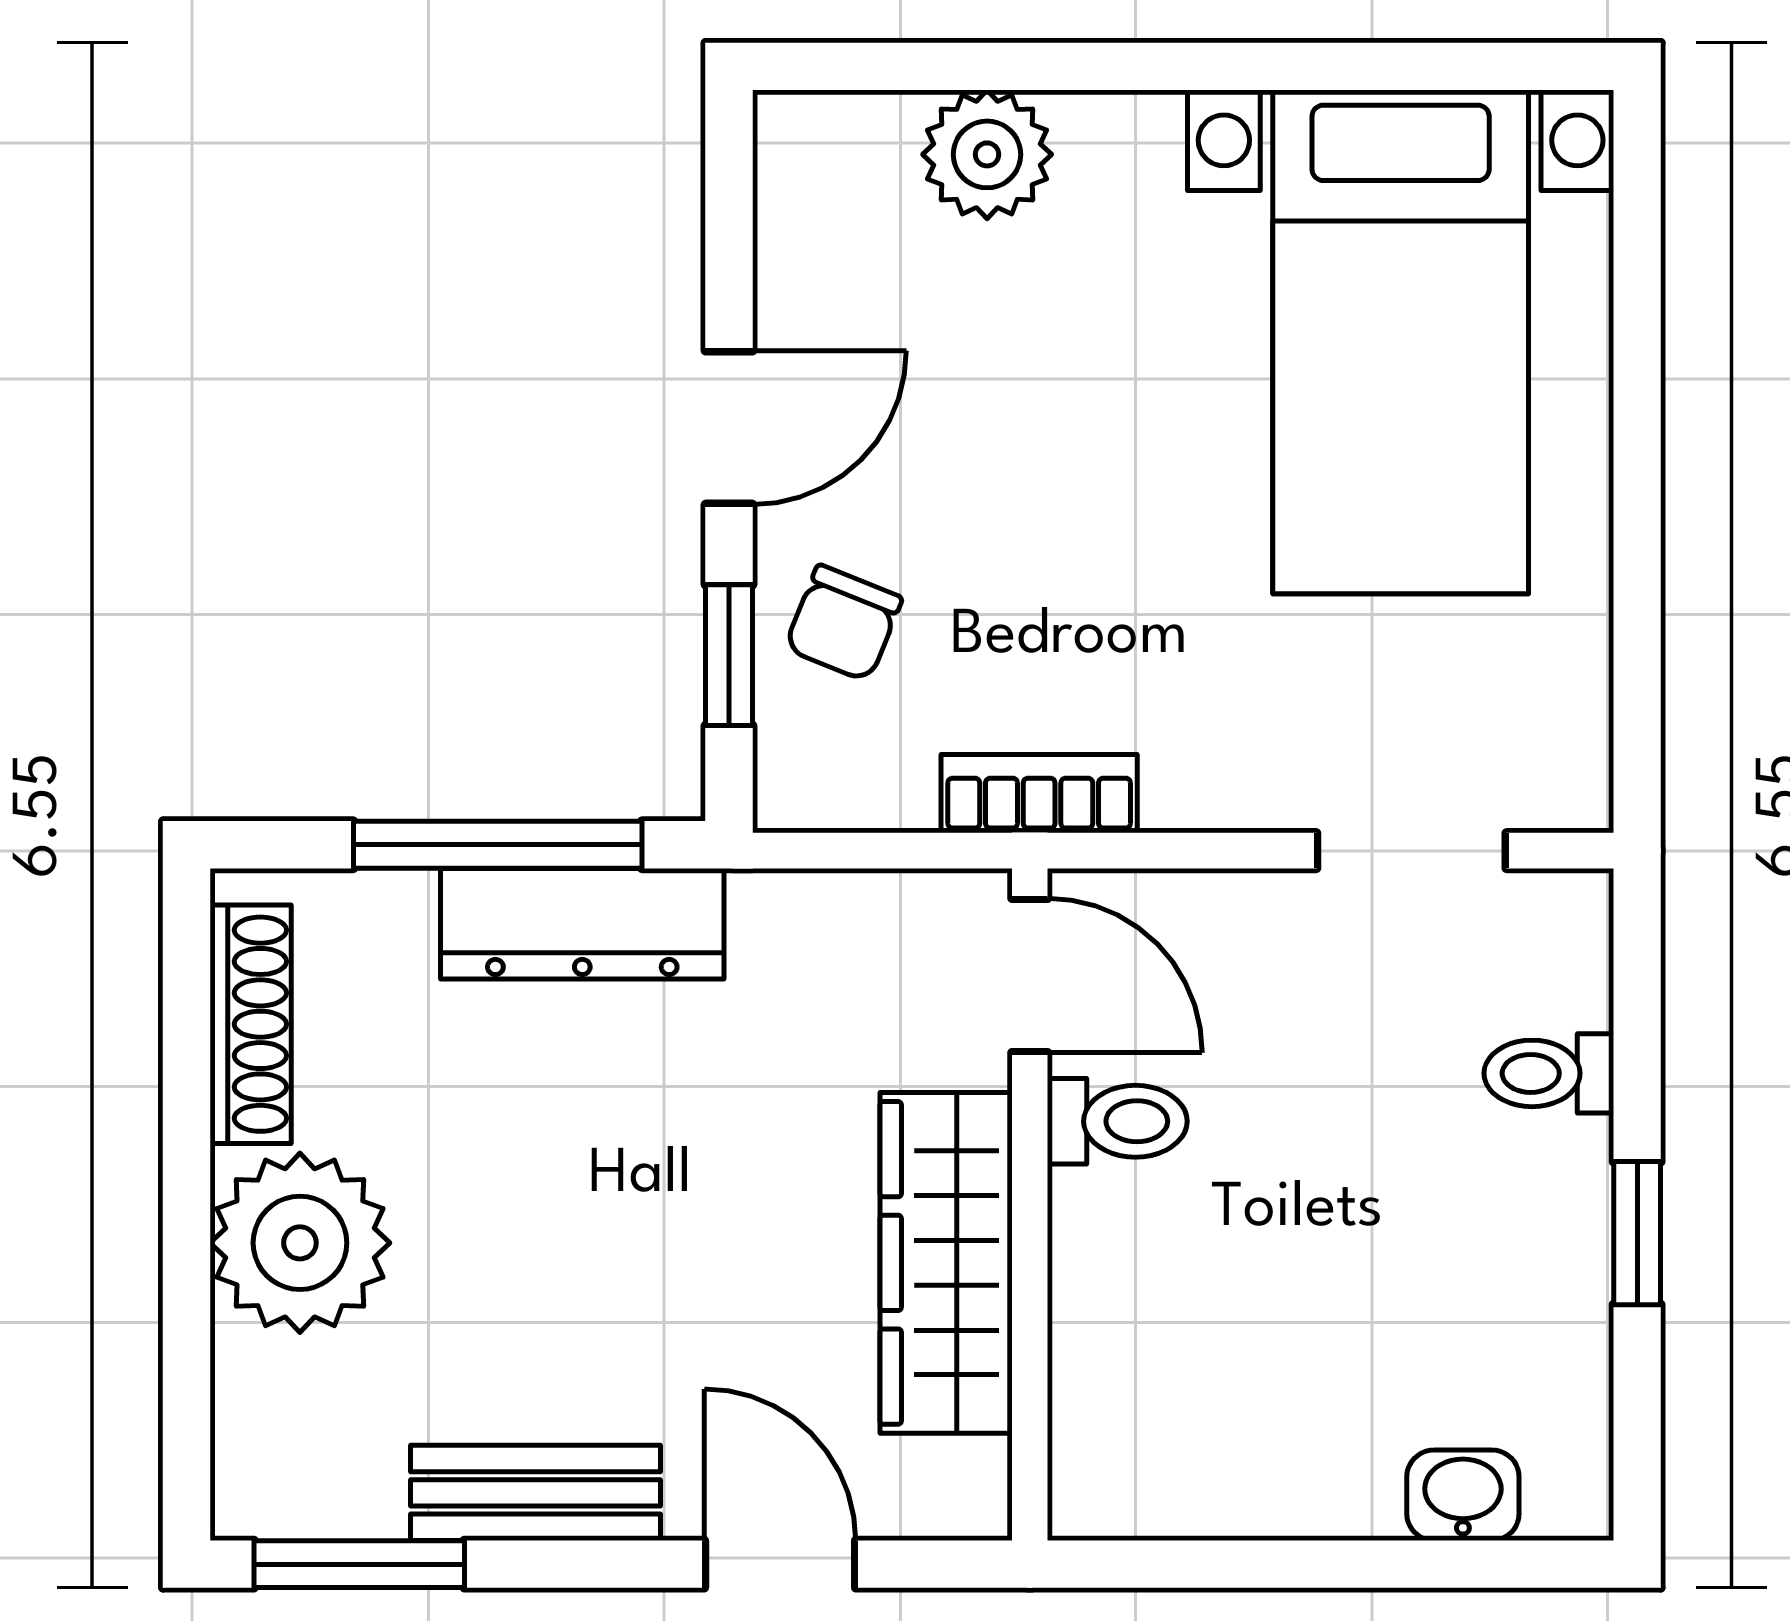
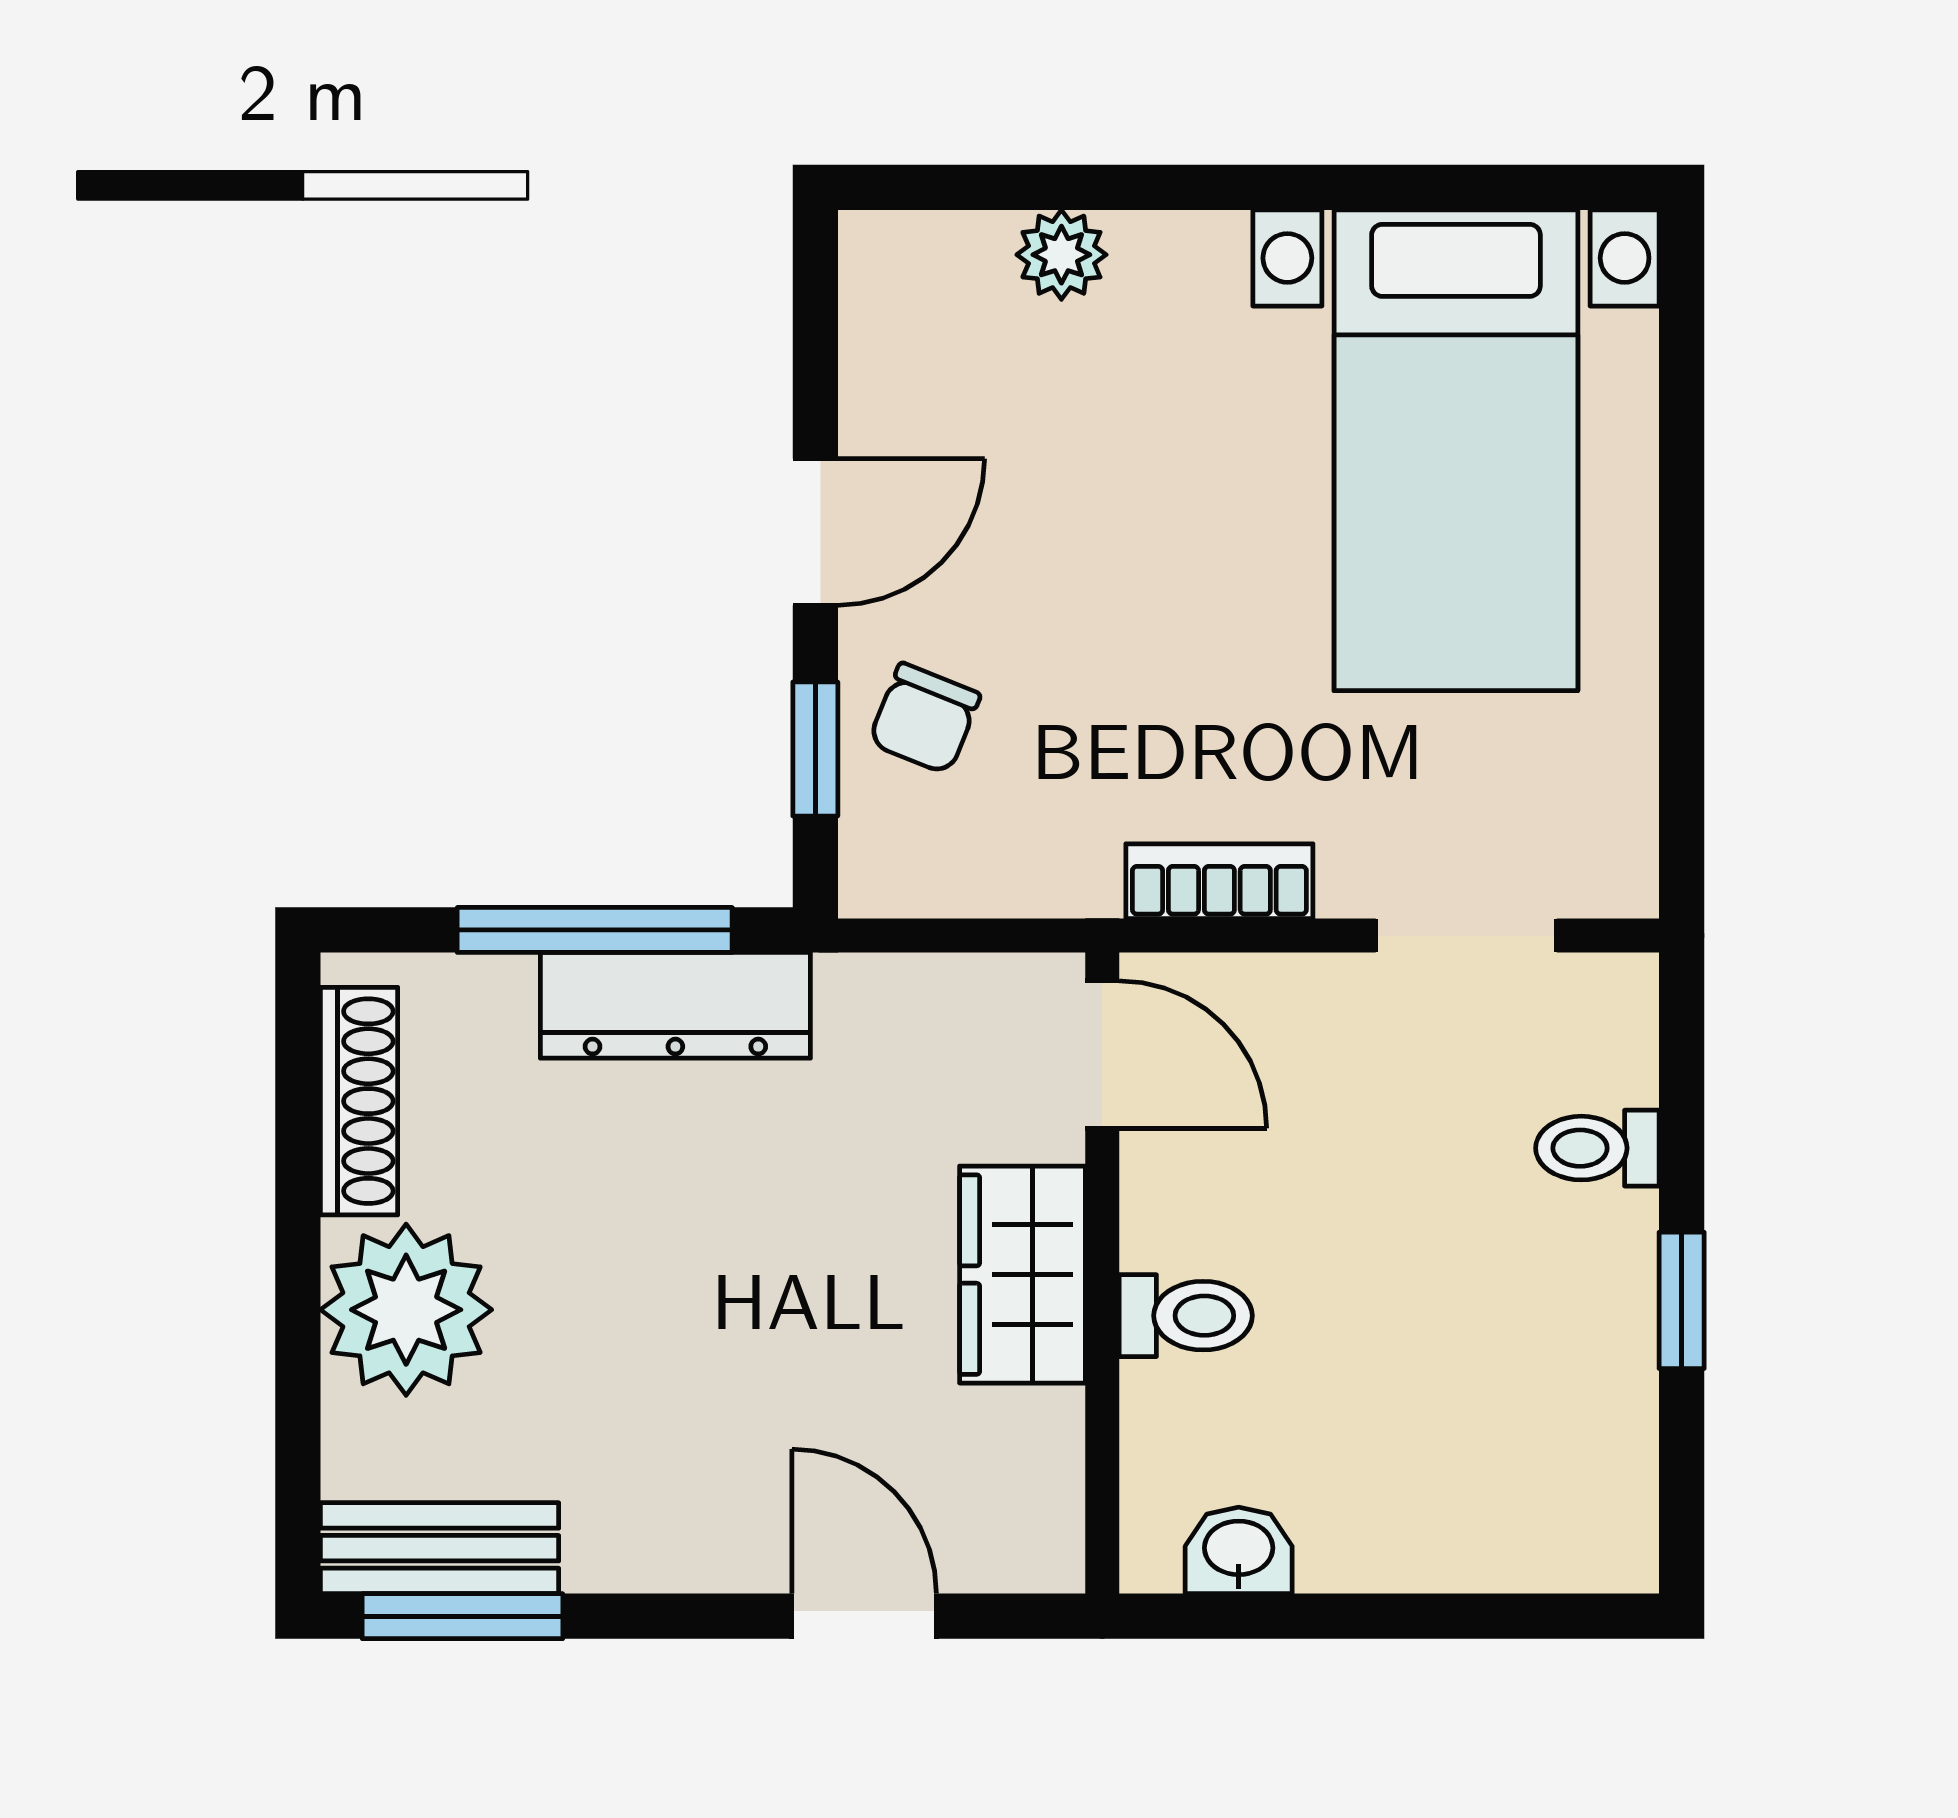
plant: (987, 154) -> (1061, 255), width x0.73, depth x0.73
bookcase: (1039, 794) -> (1219, 881), moved
toilet: (1117, 1121) -> (1186, 1316), moved
wardrobe: (946, 1263) -> (1022, 1275), width x0.67
bench: (535, 1493) -> (439, 1548), moved
washbasin: (1463, 1495) -> (1239, 1550), moved

